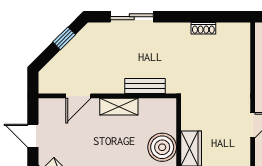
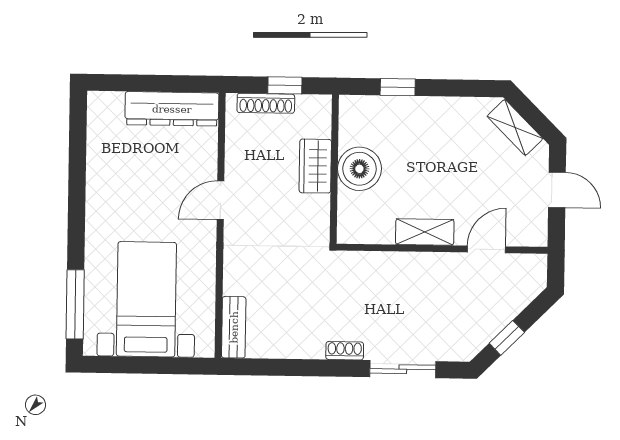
shoe rack: (203, 28) -> (345, 351), moved
bench: (145, 86) -> (234, 327), moved, turned 90

